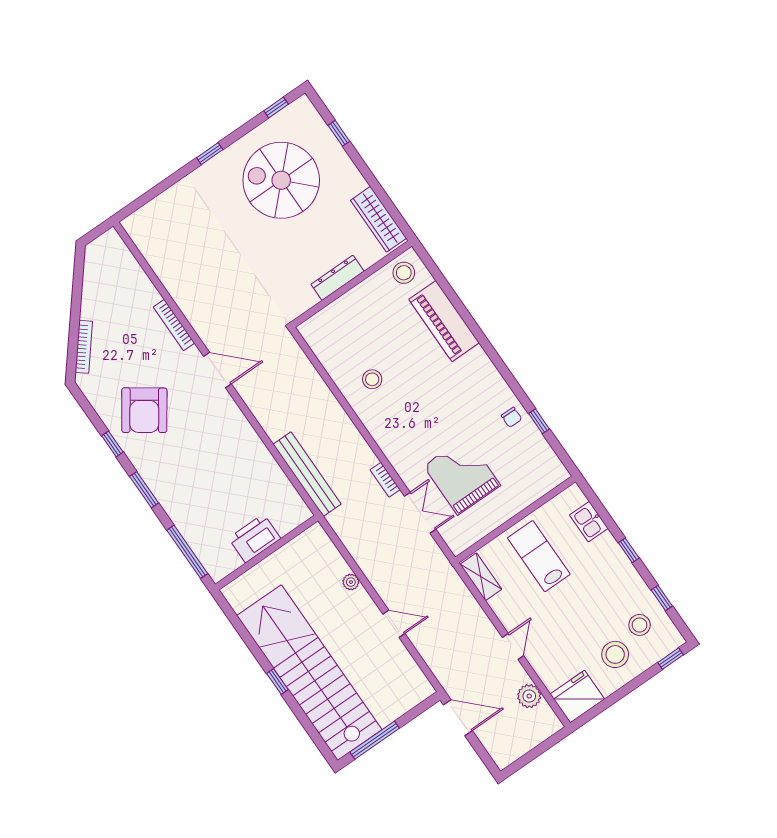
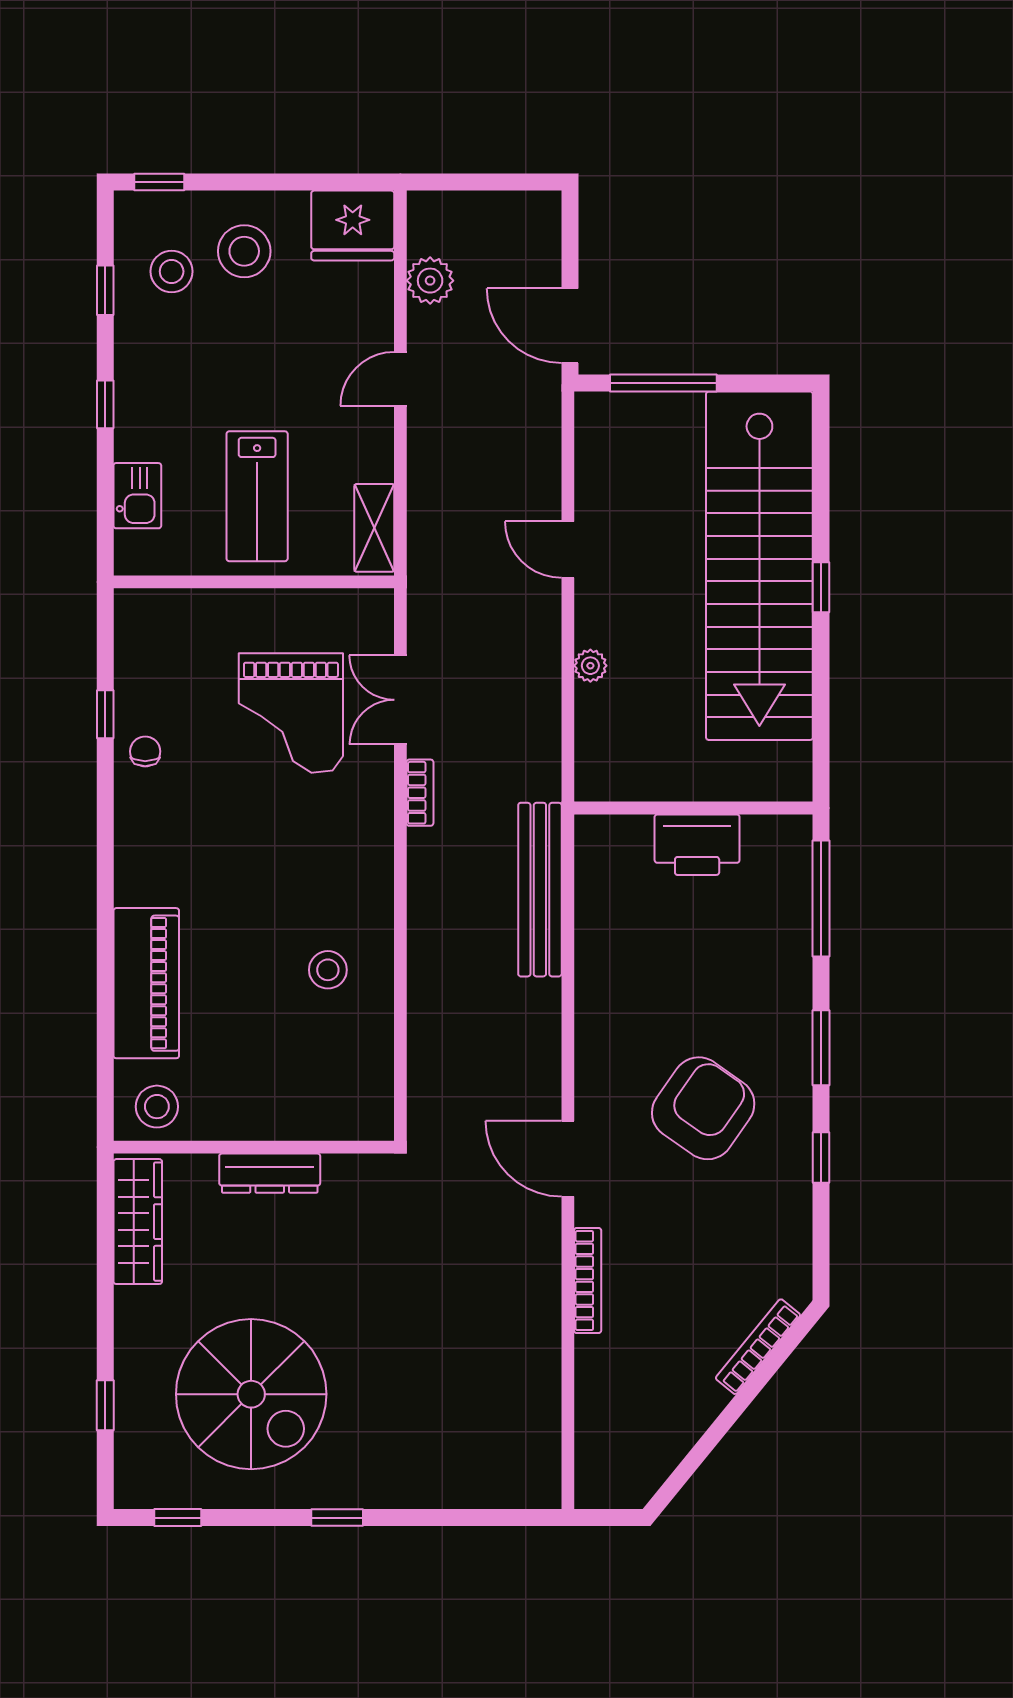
armchair: (144, 410) -> (703, 1108), moved
window: (375, 740) -> (663, 383), moved

